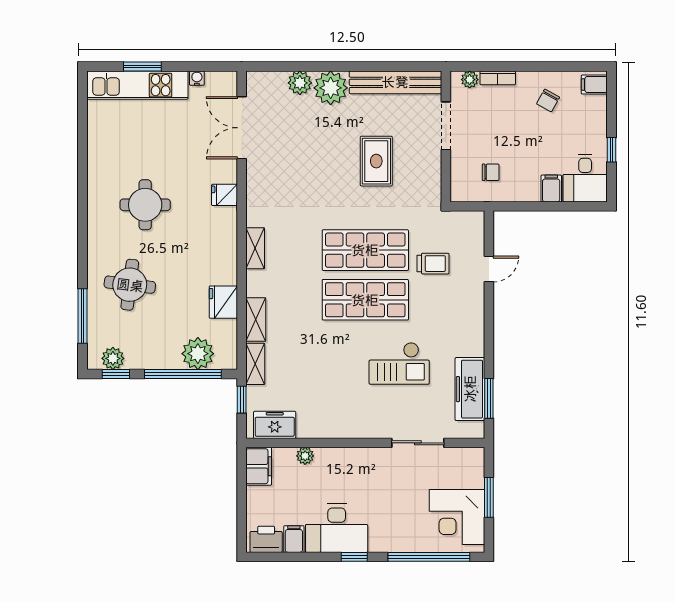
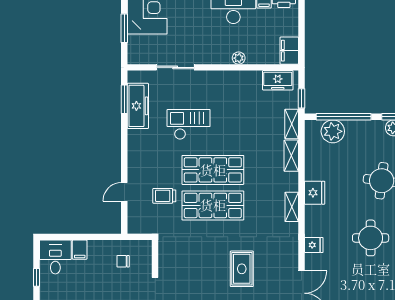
rug: (376, 161) -> (242, 269), moved
fridge: (223, 302) -> (315, 193), moved
plant: (305, 456) -> (239, 58), moved

